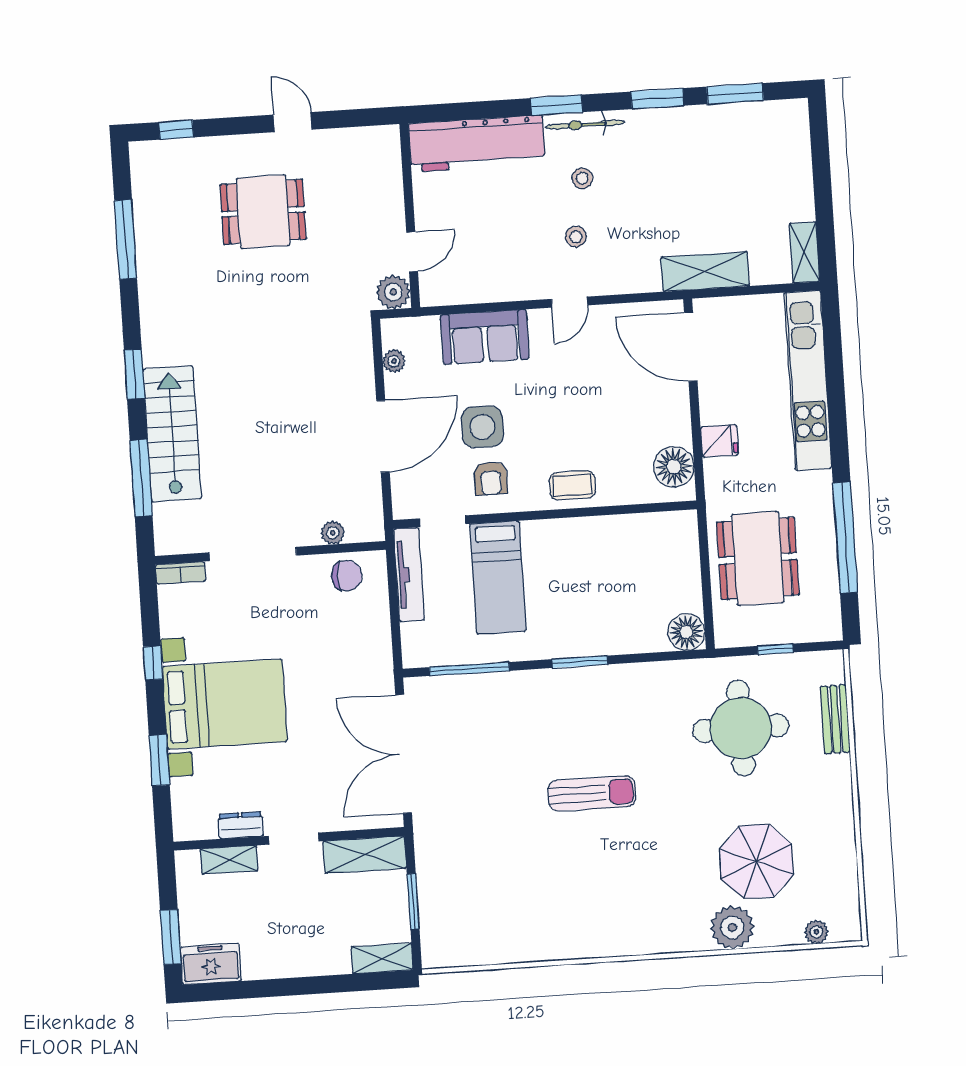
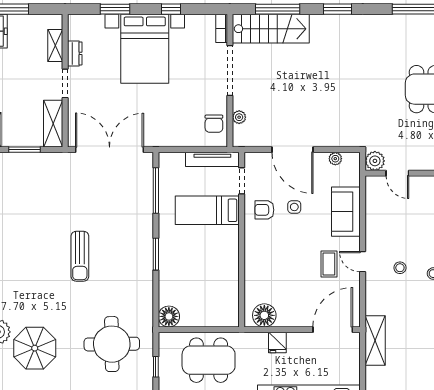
side table: (482, 427) -> (294, 207), width x0.54, depth x0.54
stairs: (172, 434) -> (271, 29), moved
coffee table: (572, 485) -> (329, 264), moved

